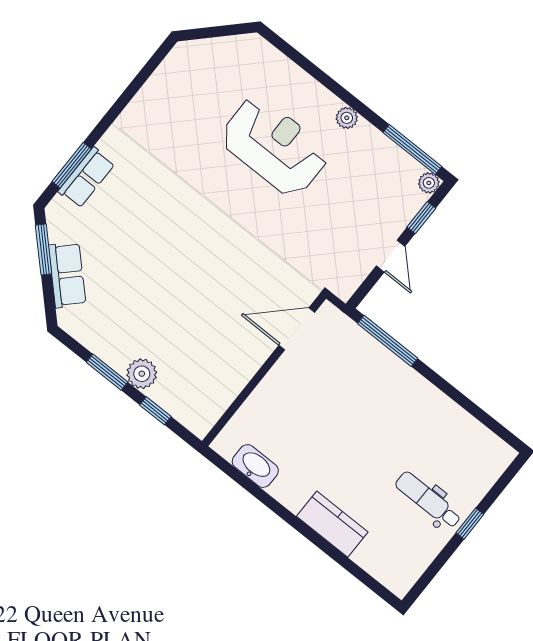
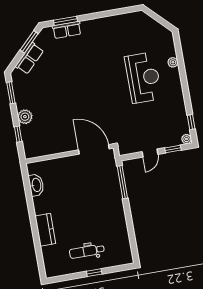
plant: (347, 118) -> (173, 62), moved
window: (412, 150) -> (191, 122), width x0.46
door: (297, 329) -> (94, 149), width x1.36
window: (107, 372) -> (11, 93), moved
dental chair: (428, 500) -> (87, 251), turned -90

